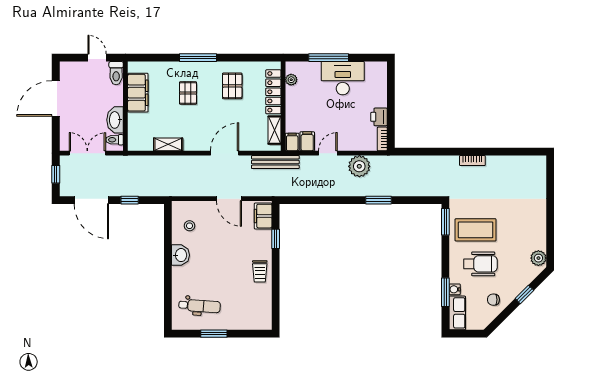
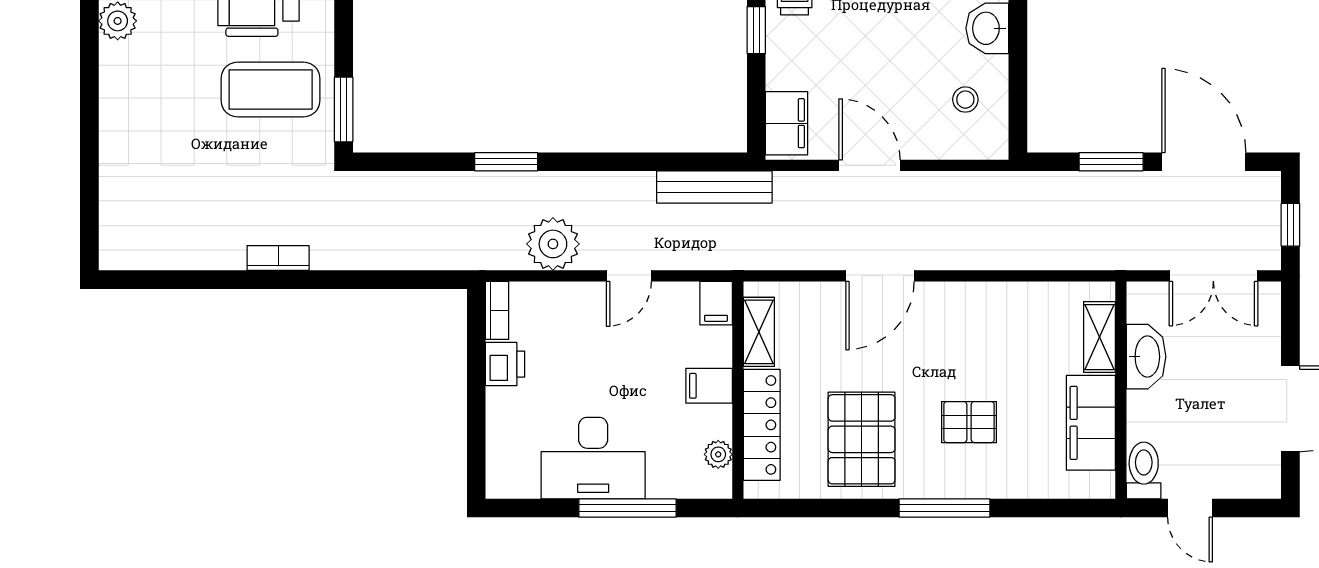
pallet: (232, 86) -> (862, 439), width x1.50, depth x1.42
pallet: (188, 93) -> (969, 422), turned 90
toilet: (115, 140) -> (1147, 308), removed
filing cabinet: (307, 141) -> (709, 386), moved, turned 90
shelving: (168, 144) -> (1100, 337), moved, turned 90
bench: (275, 162) -> (714, 187), moved
window: (130, 200) -> (1111, 162), width x1.50
window: (276, 239) -> (756, 30), moved

